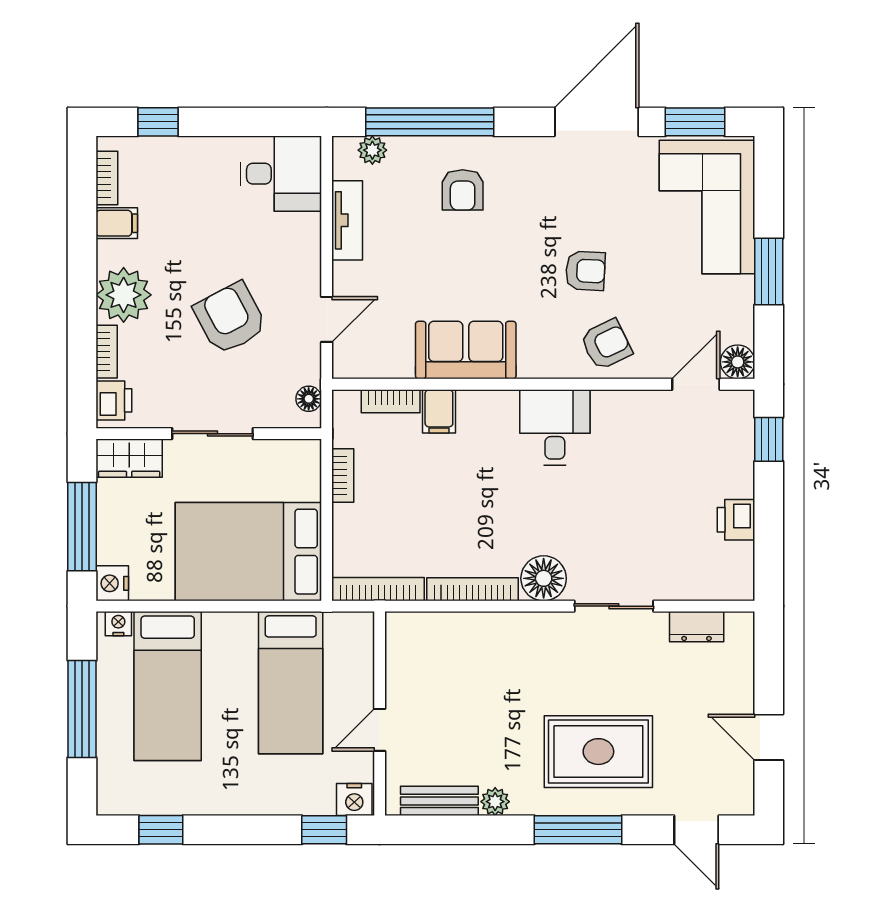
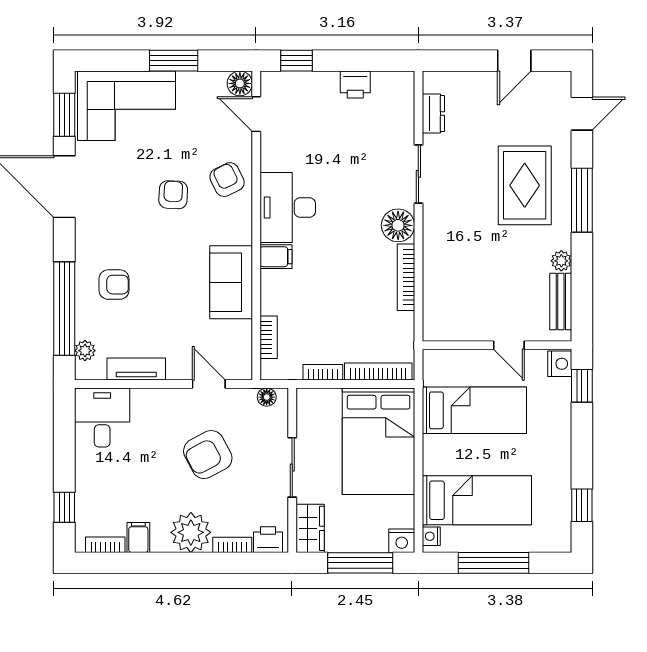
filing cabinet: (439, 411) -> (276, 257), moved
desk: (555, 427) -> (288, 208), width x1.37
bookcase: (378, 589) -> (378, 371), moved, turned 90

